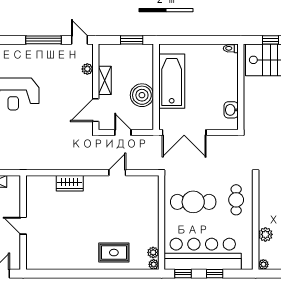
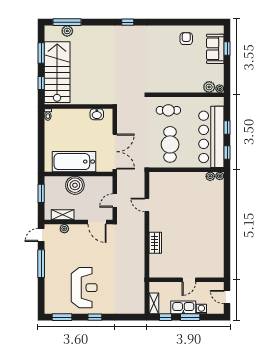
shelving: (105, 80) -> (63, 215), moved
boiler: (142, 95) -> (75, 185), moved
plant: (265, 234) -> (209, 87), moved
rug: (114, 253) -> (210, 208), removed

